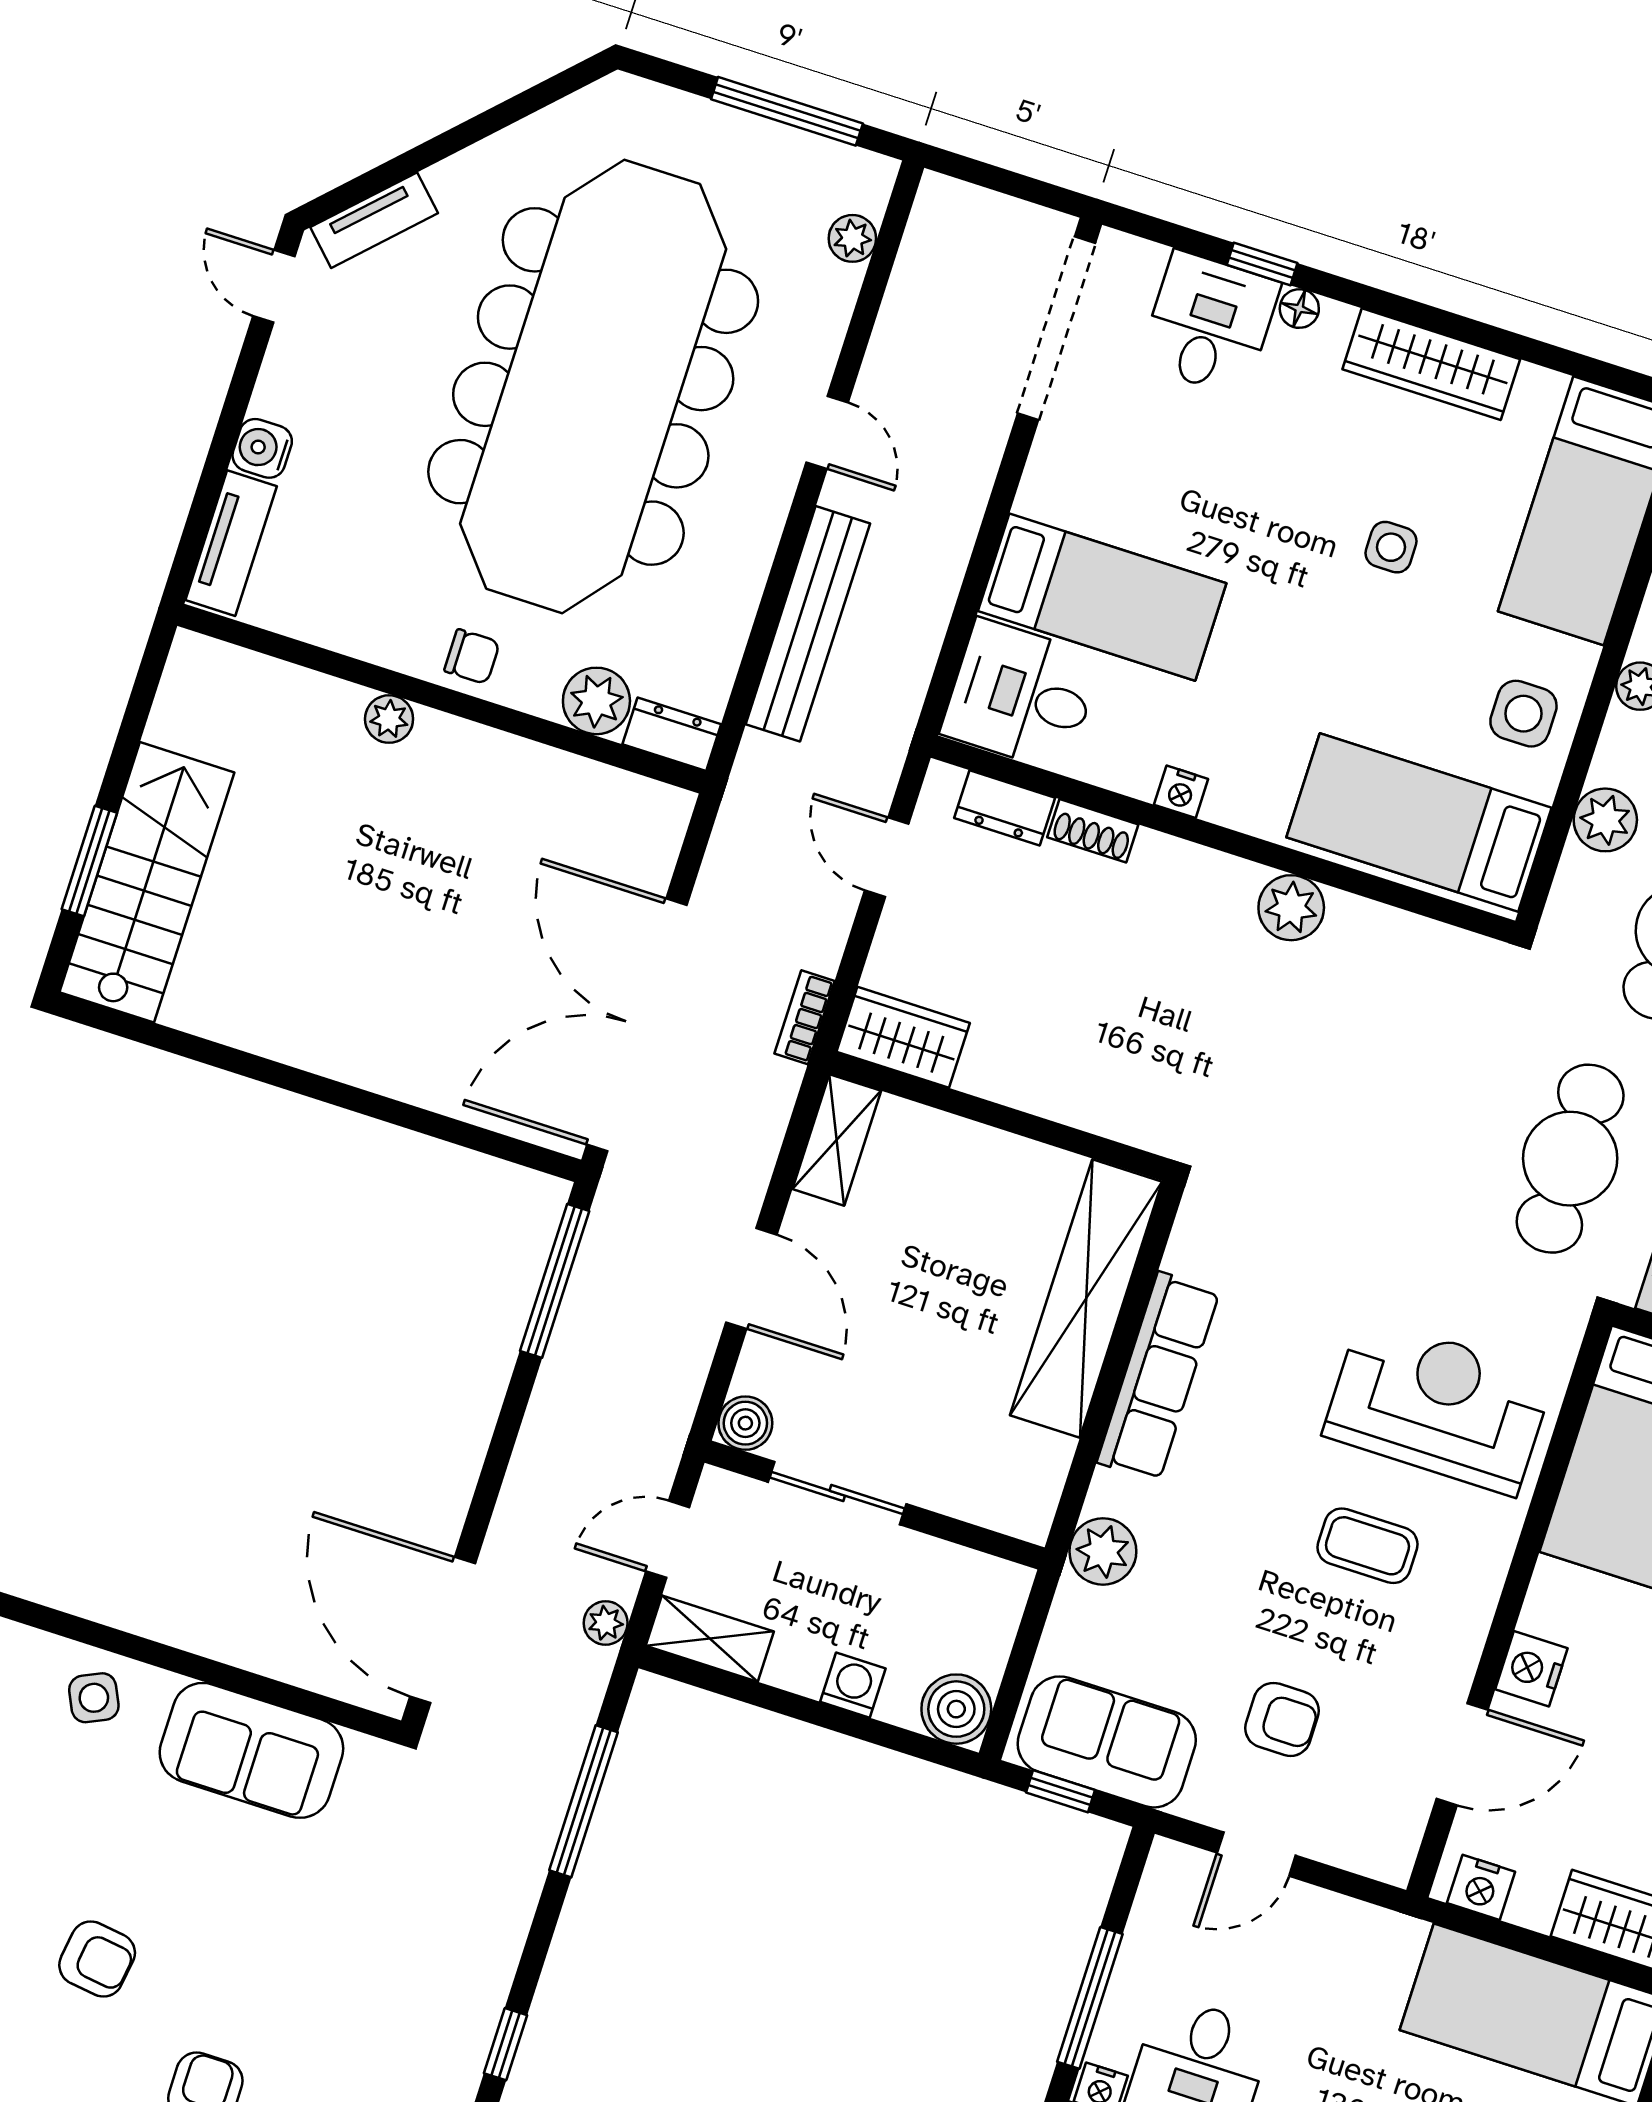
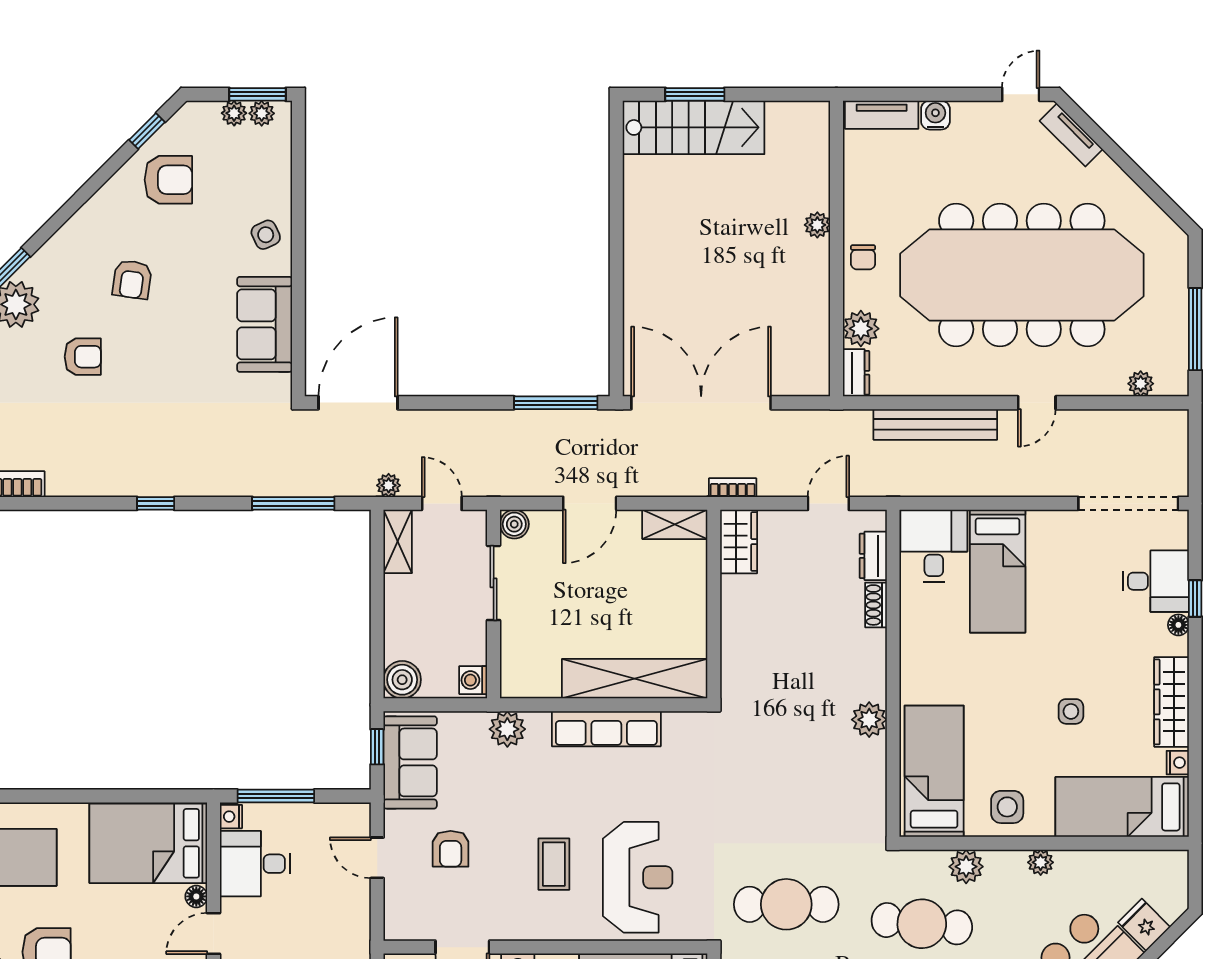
nightstand: (1181, 792) -> (1178, 763), moved, turned 180
washing machine: (853, 1685) -> (473, 680), moved, turned 180

